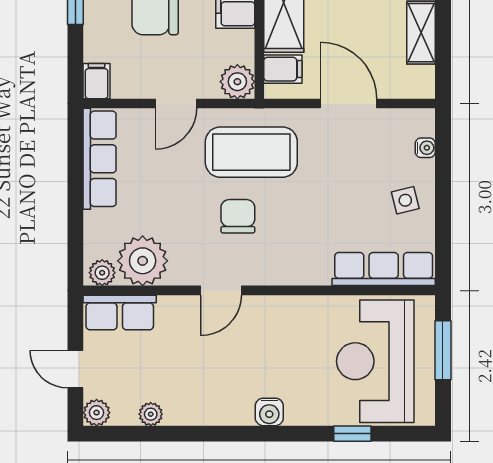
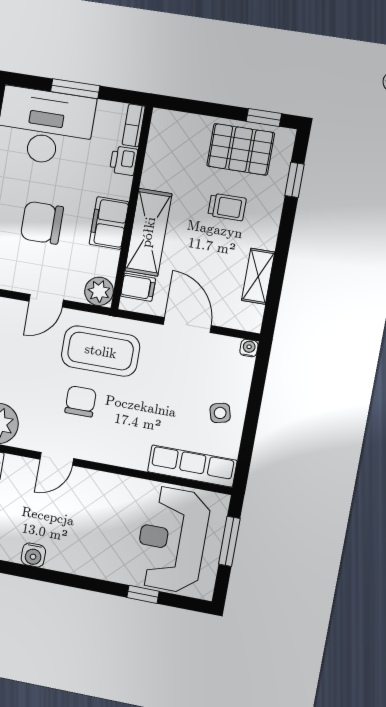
water cooler: (425, 148) -> (249, 348), moved, turned -90
water cooler: (269, 412) -> (33, 555), moved

